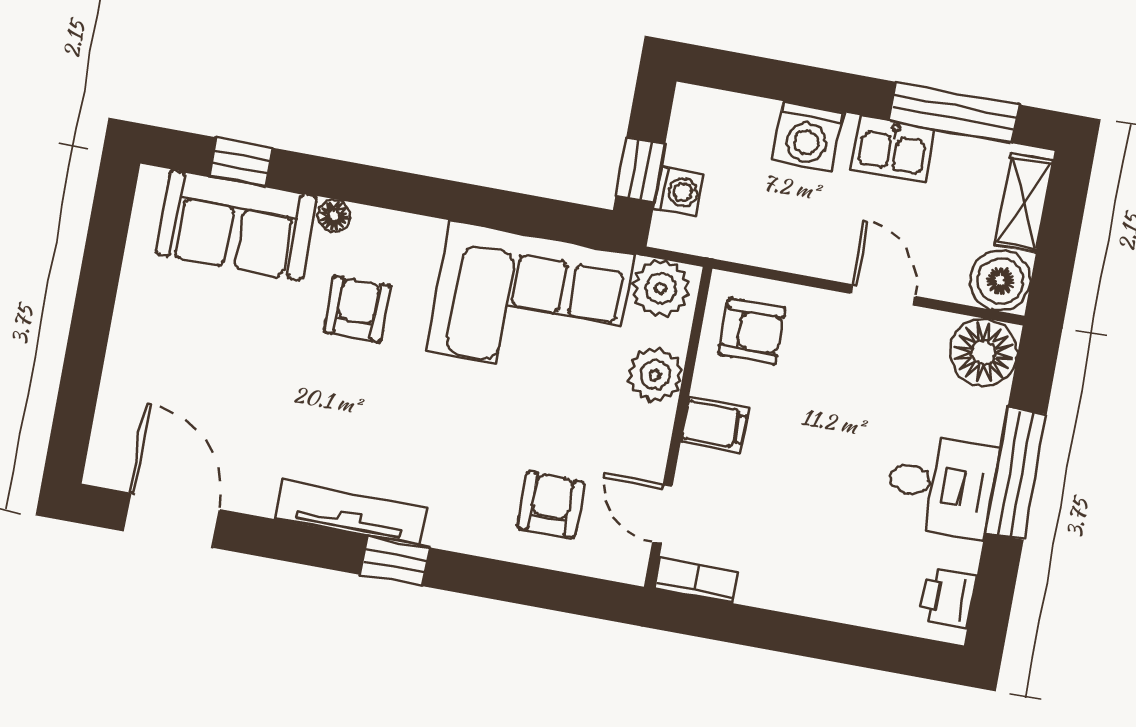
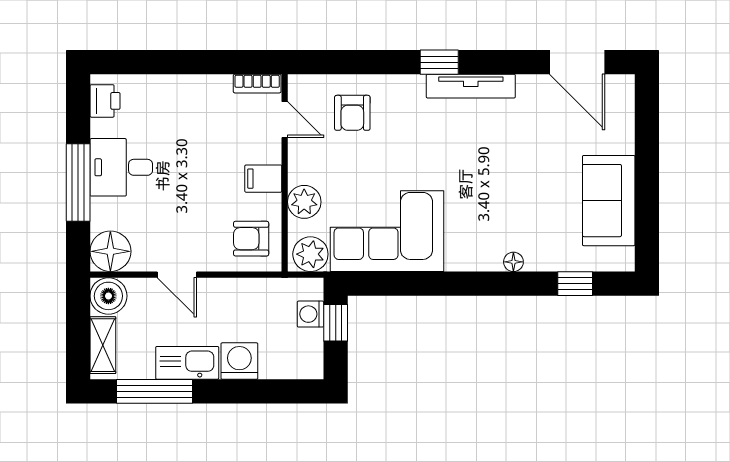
kitchen sink: (893, 149) -> (187, 363), width x1.38
sofa: (236, 225) -> (609, 201), moved, turned -90
armchair: (357, 309) -> (489, 209), removed

